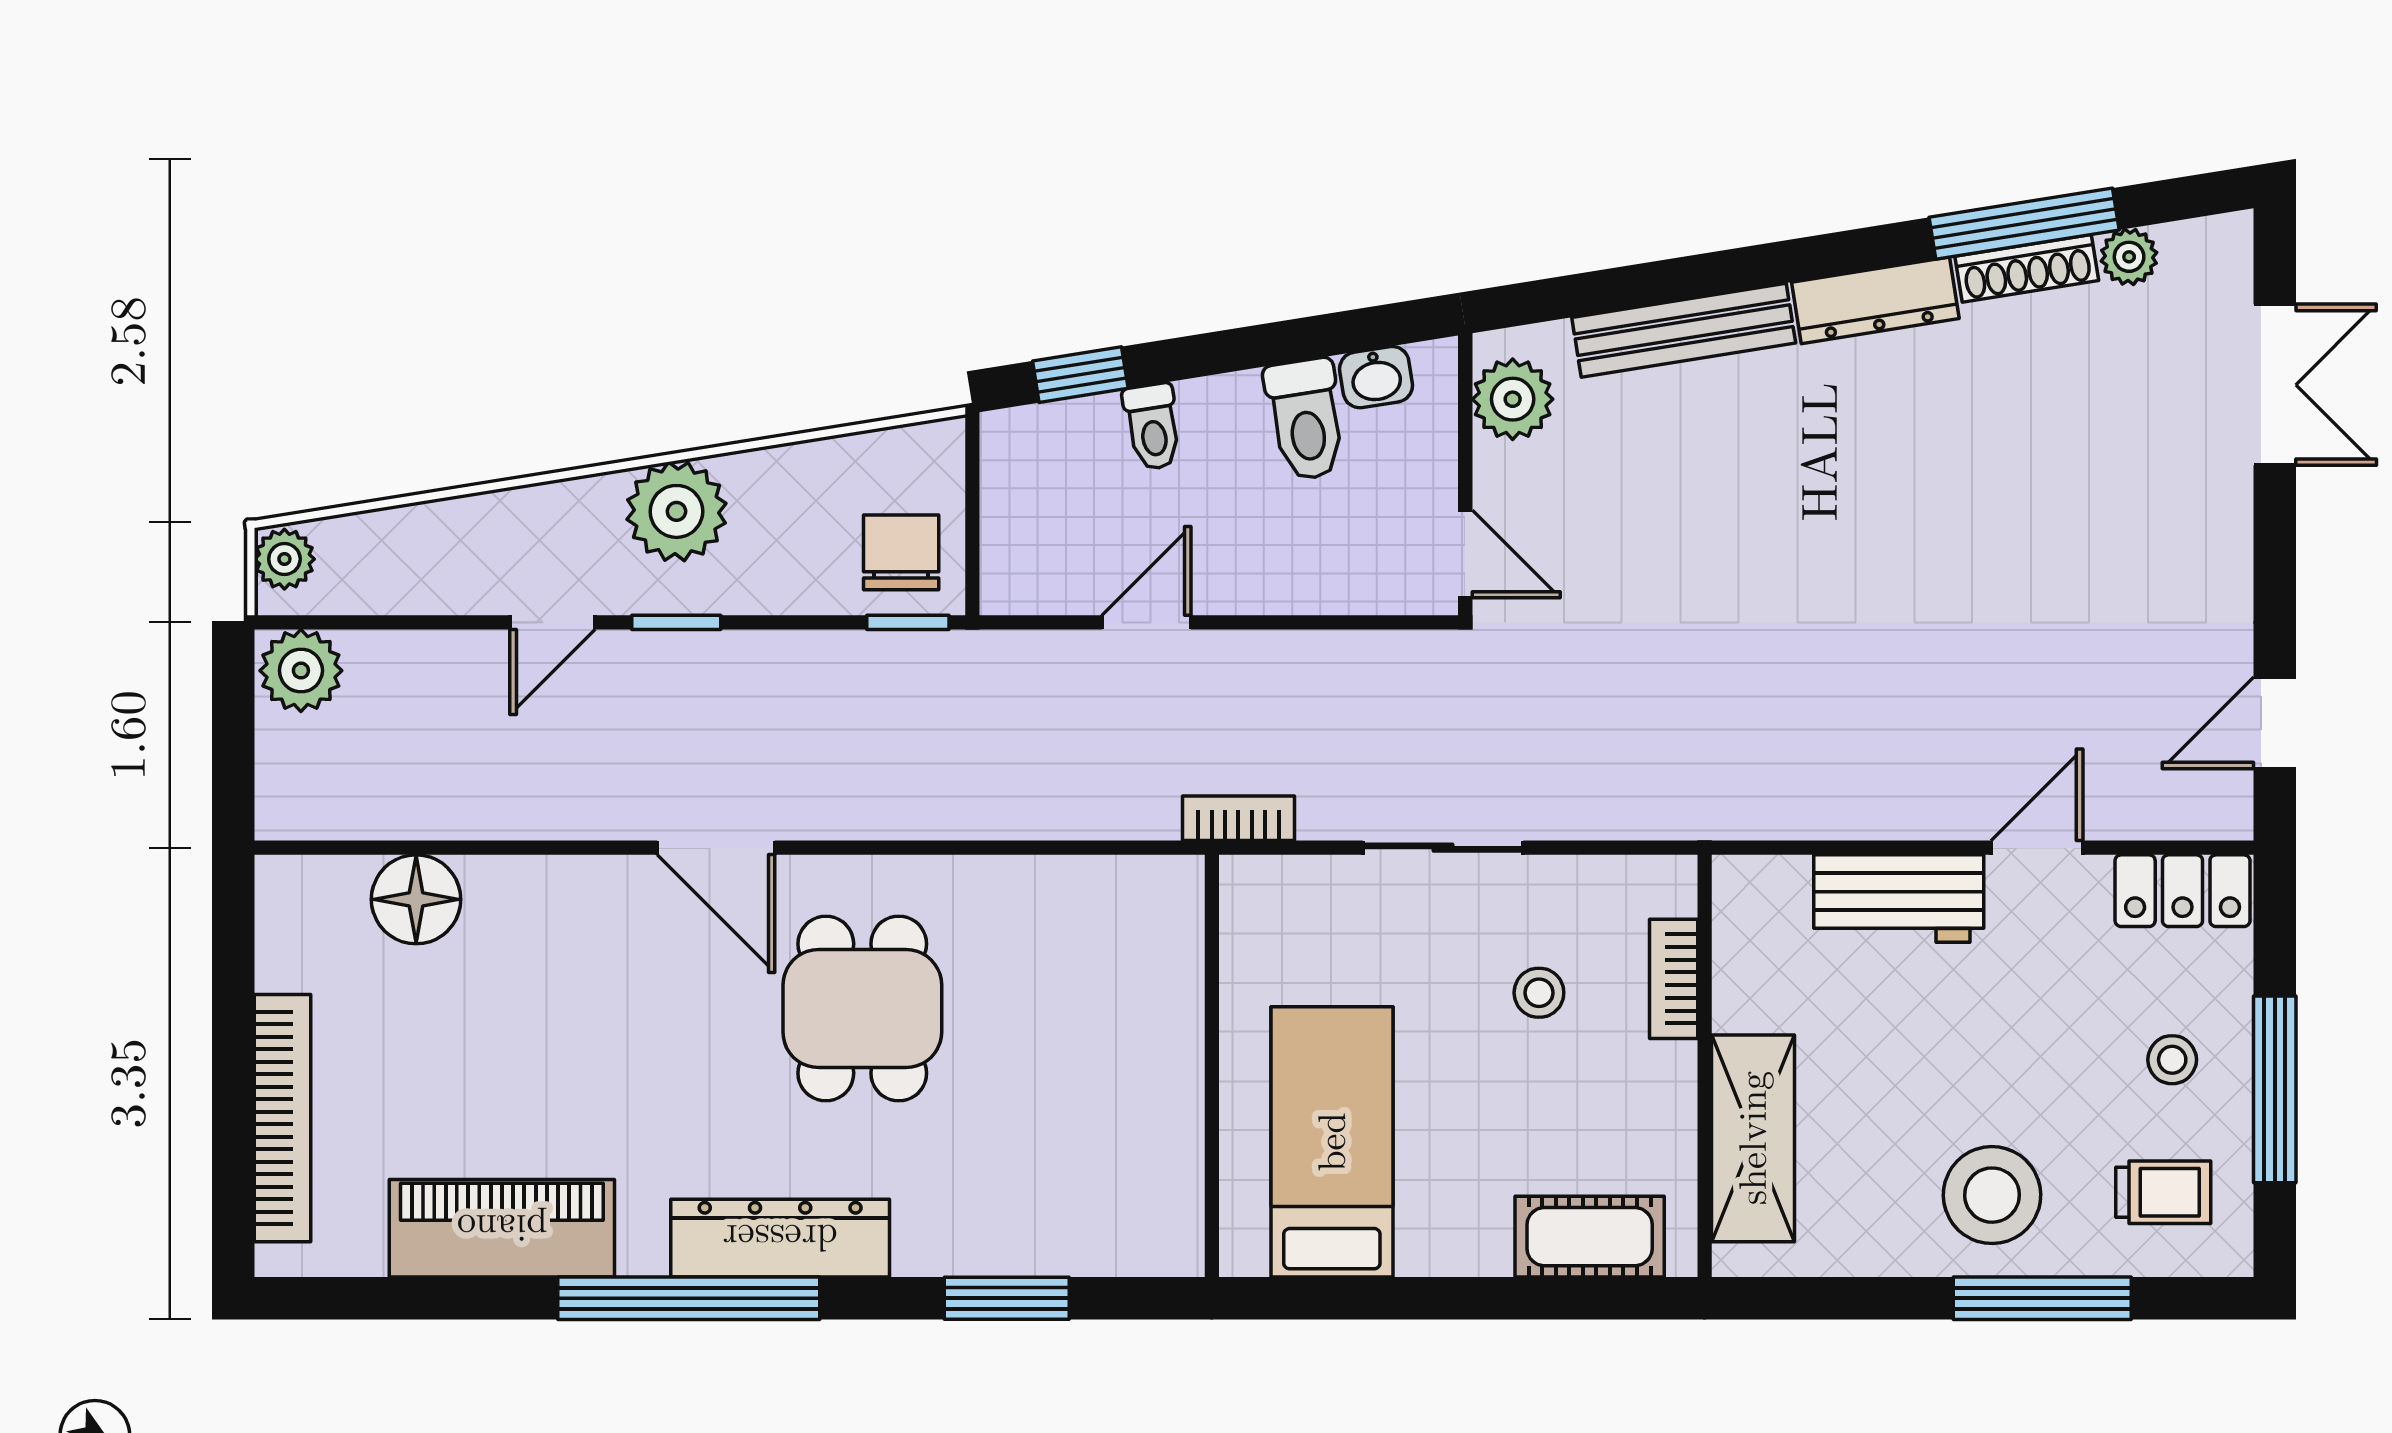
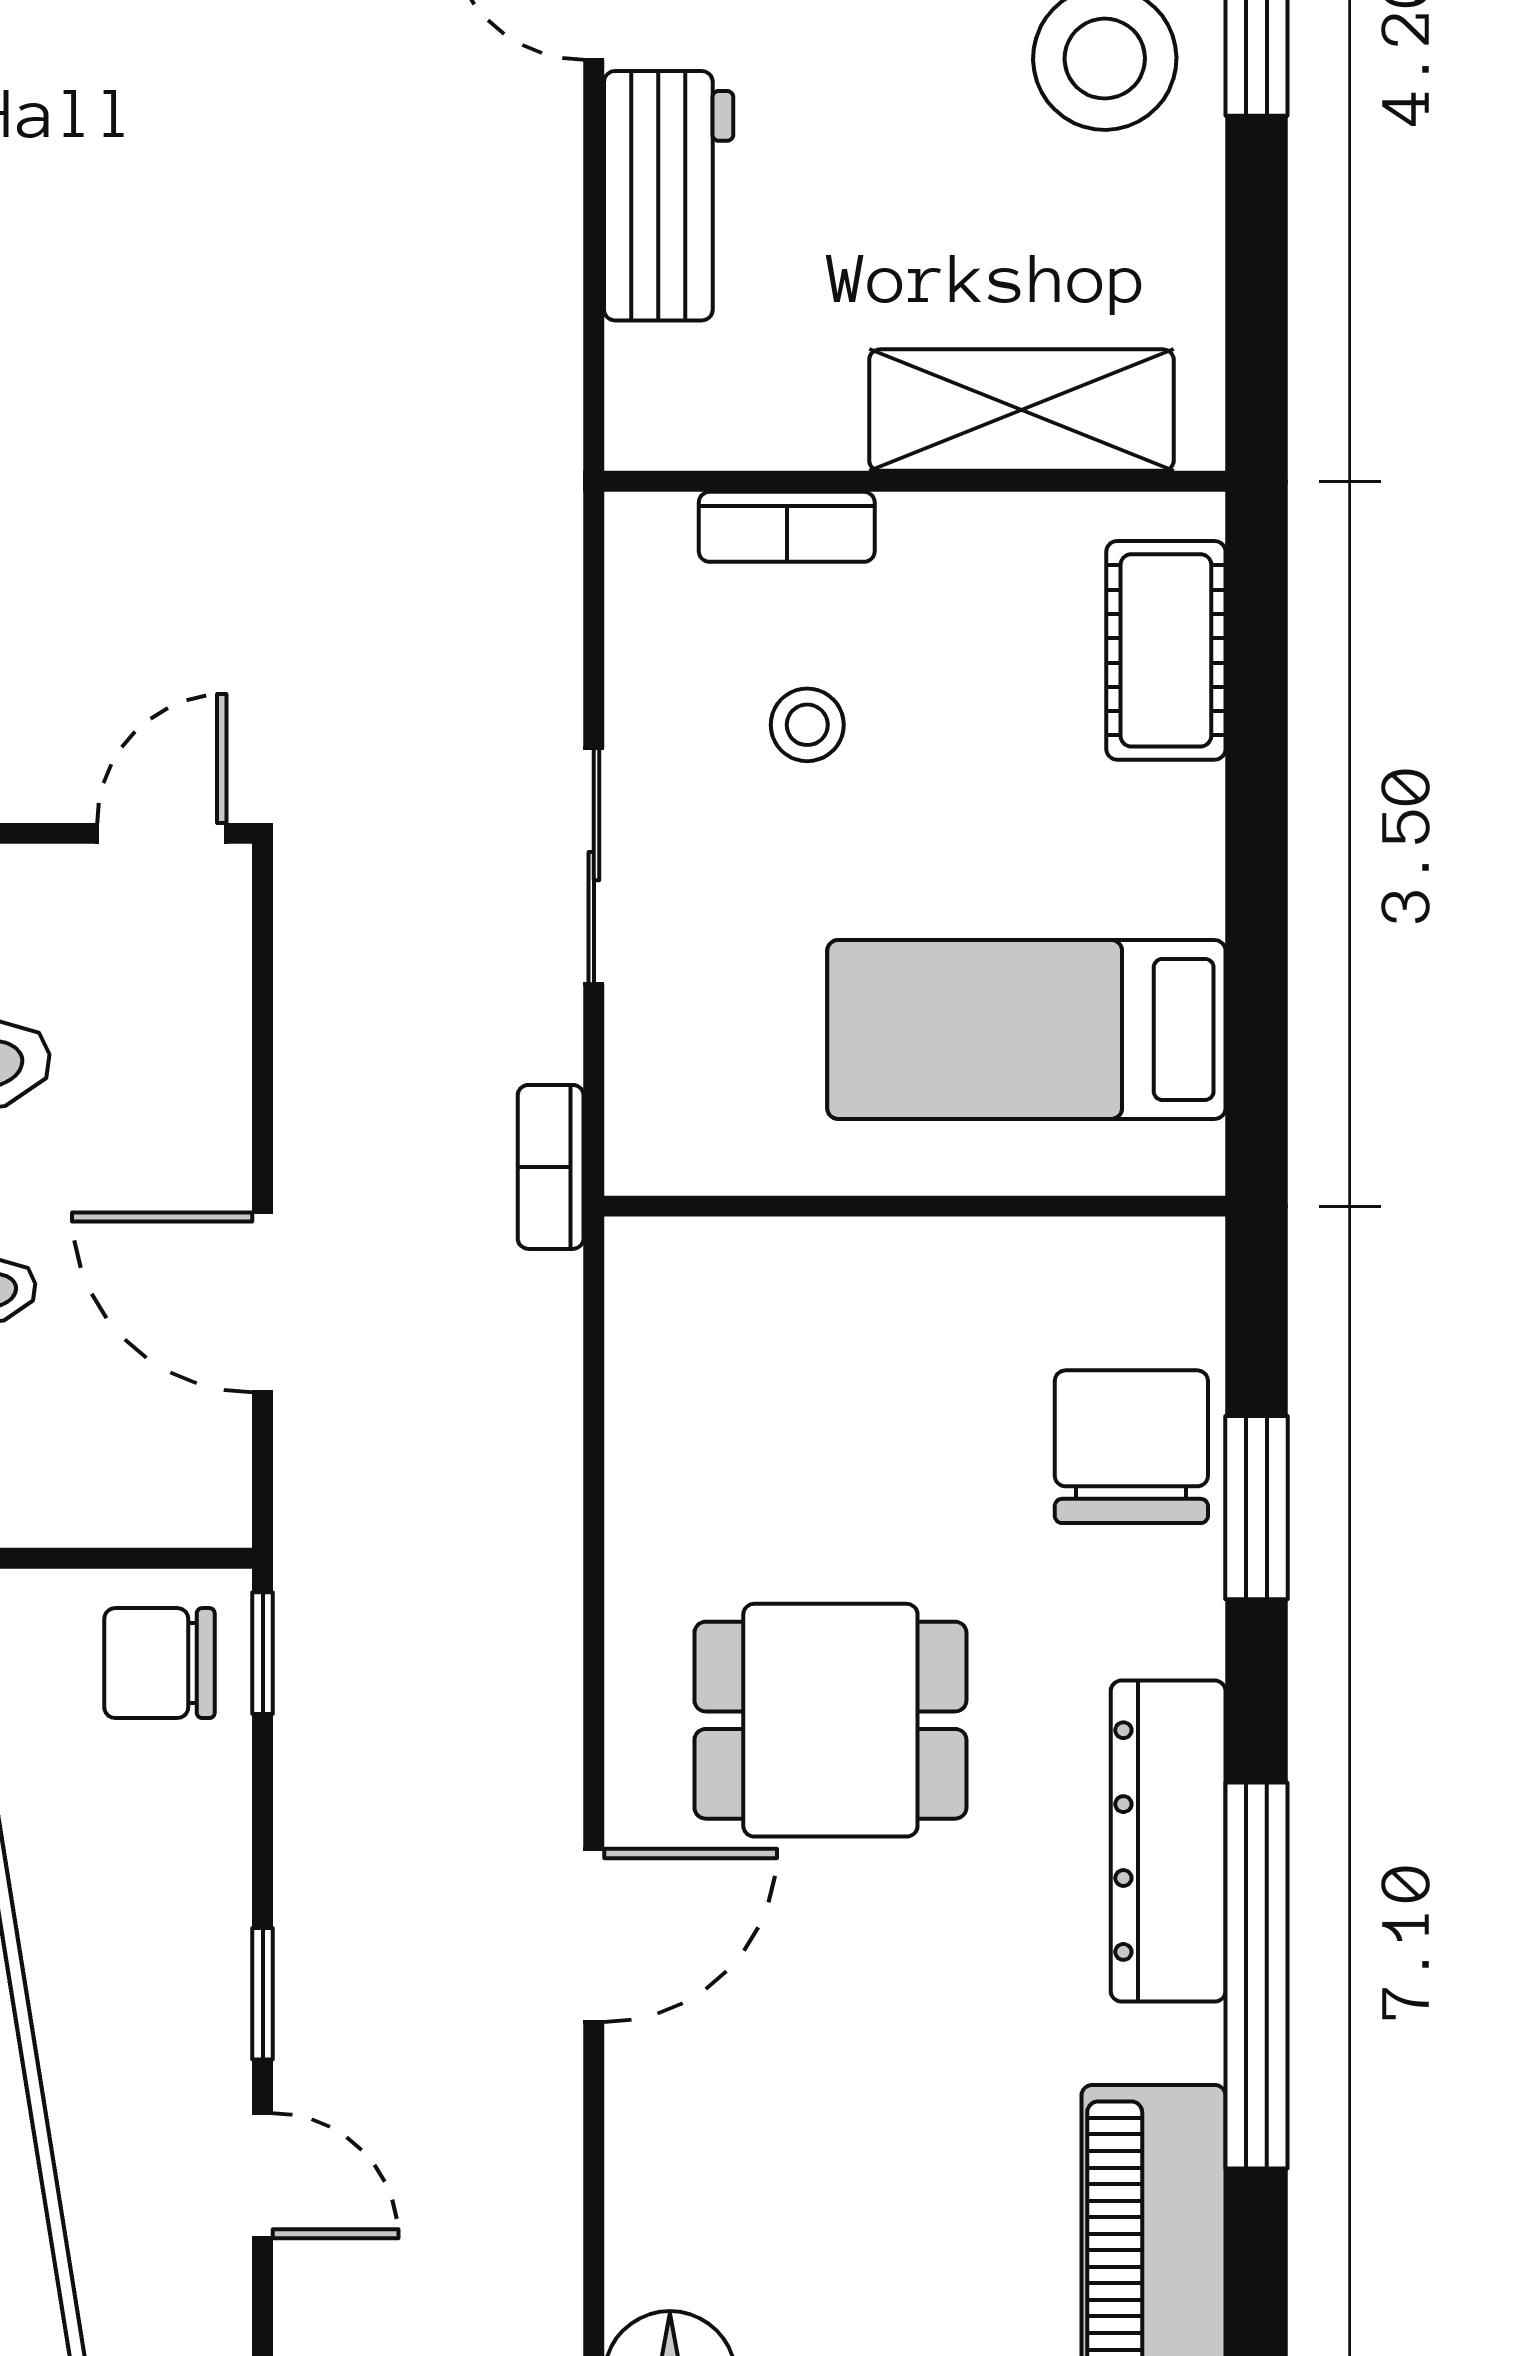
plant: (676, 511) -> (99, 1993), removed
door: (1146, 622) -> (263, 1302), width x1.38
chair: (1048, 1213) -> (1131, 1447), added

